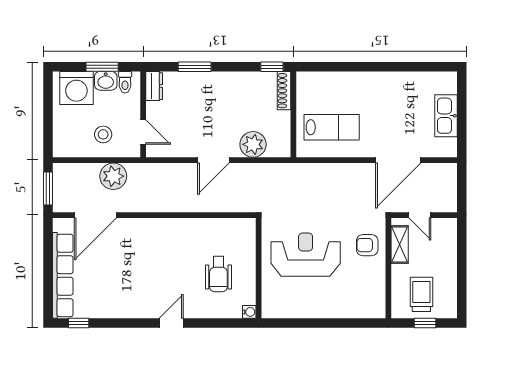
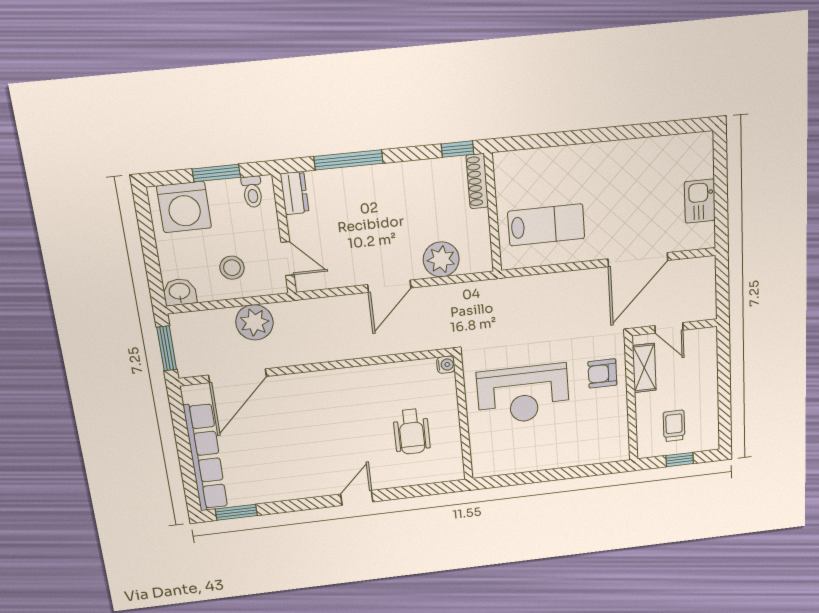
window: (195, 67) -> (348, 160), width x1.44
washbasin: (106, 81) -> (180, 292), moved, turned 180
kitchen sink: (446, 116) -> (700, 201), width x0.73
reception desk: (306, 255) -> (523, 394), turned 180
trolley: (421, 294) -> (674, 426), width x0.73, depth x0.72
water cooler: (249, 312) -> (446, 365), moved
window: (79, 323) -> (236, 512), width x1.50

